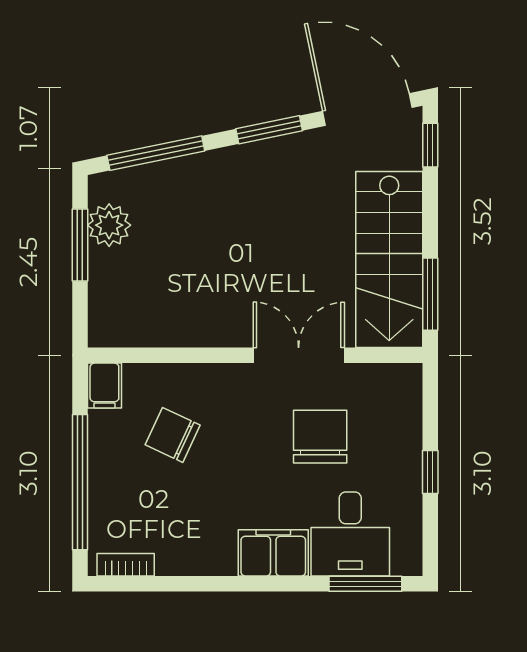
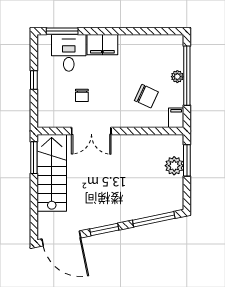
window: (430, 145) -> (34, 223), removed
plant: (109, 225) -> (174, 166), moved
window: (80, 245) -> (187, 160), moved
chair: (320, 437) -> (82, 95), width x0.54, depth x0.54
plant: (102, 480) -> (177, 77), added
bookcase: (126, 565) -> (167, 39), removed

